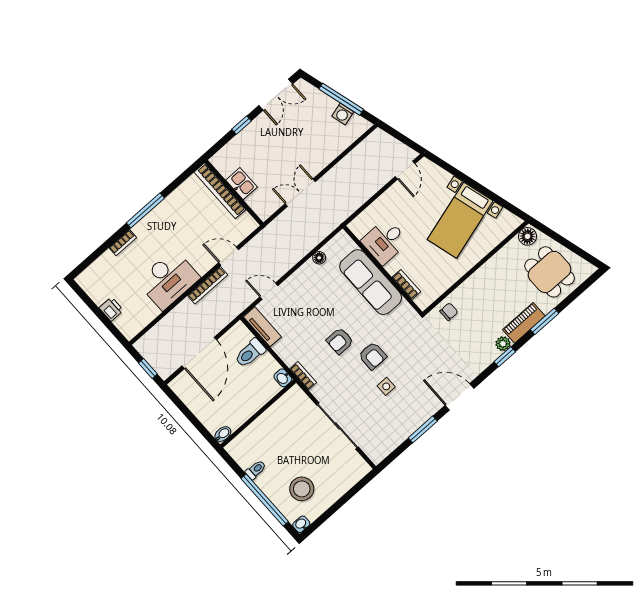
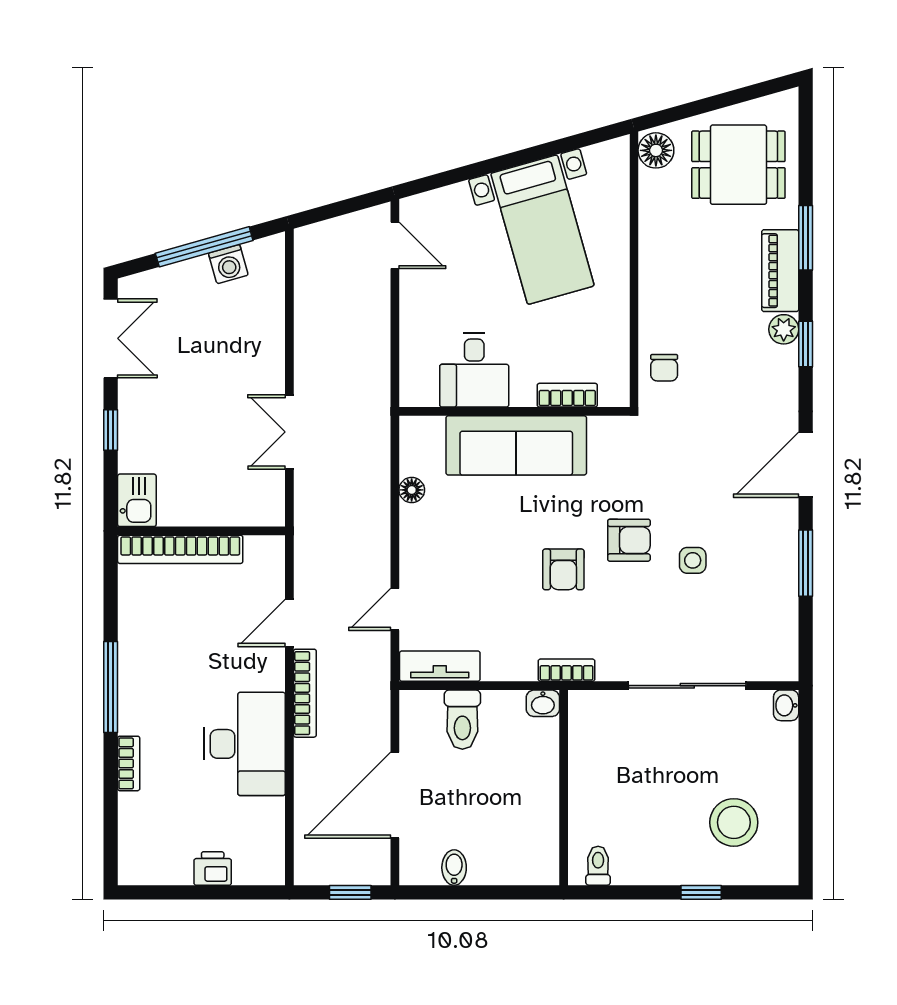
kitchen sink: (242, 184) -> (137, 500), moved, turned 90
chair: (449, 312) -> (664, 368), turned 180
door: (199, 353) -> (395, 795), swing flipped
bidet: (223, 434) -> (454, 868), moved
toilet: (256, 470) -> (598, 866), moved
window: (265, 500) -> (701, 892), width x0.32
washbasin: (301, 524) -> (786, 705), moved

